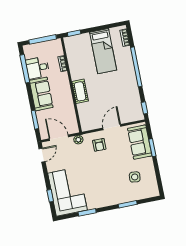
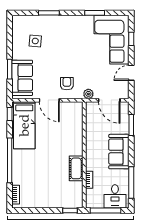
bed: (103, 51) -> (24, 125), moved, turned 180
desk: (38, 68) -> (115, 196), moved, turned 90
cot: (80, 91) -> (76, 168), moved
door: (112, 127) -> (49, 100), hinge flipped
door: (42, 155) -> (131, 73), moved

